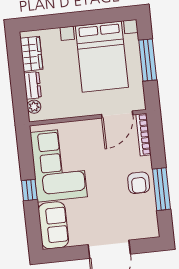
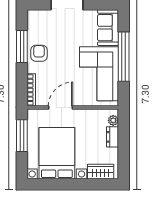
wardrobe: (31, 54) -> (101, 172), moved, turned 90
window: (148, 60) -> (22, 136), moved
door: (117, 115) -> (61, 107), moved
window: (29, 190) -> (124, 57), width x3.17

